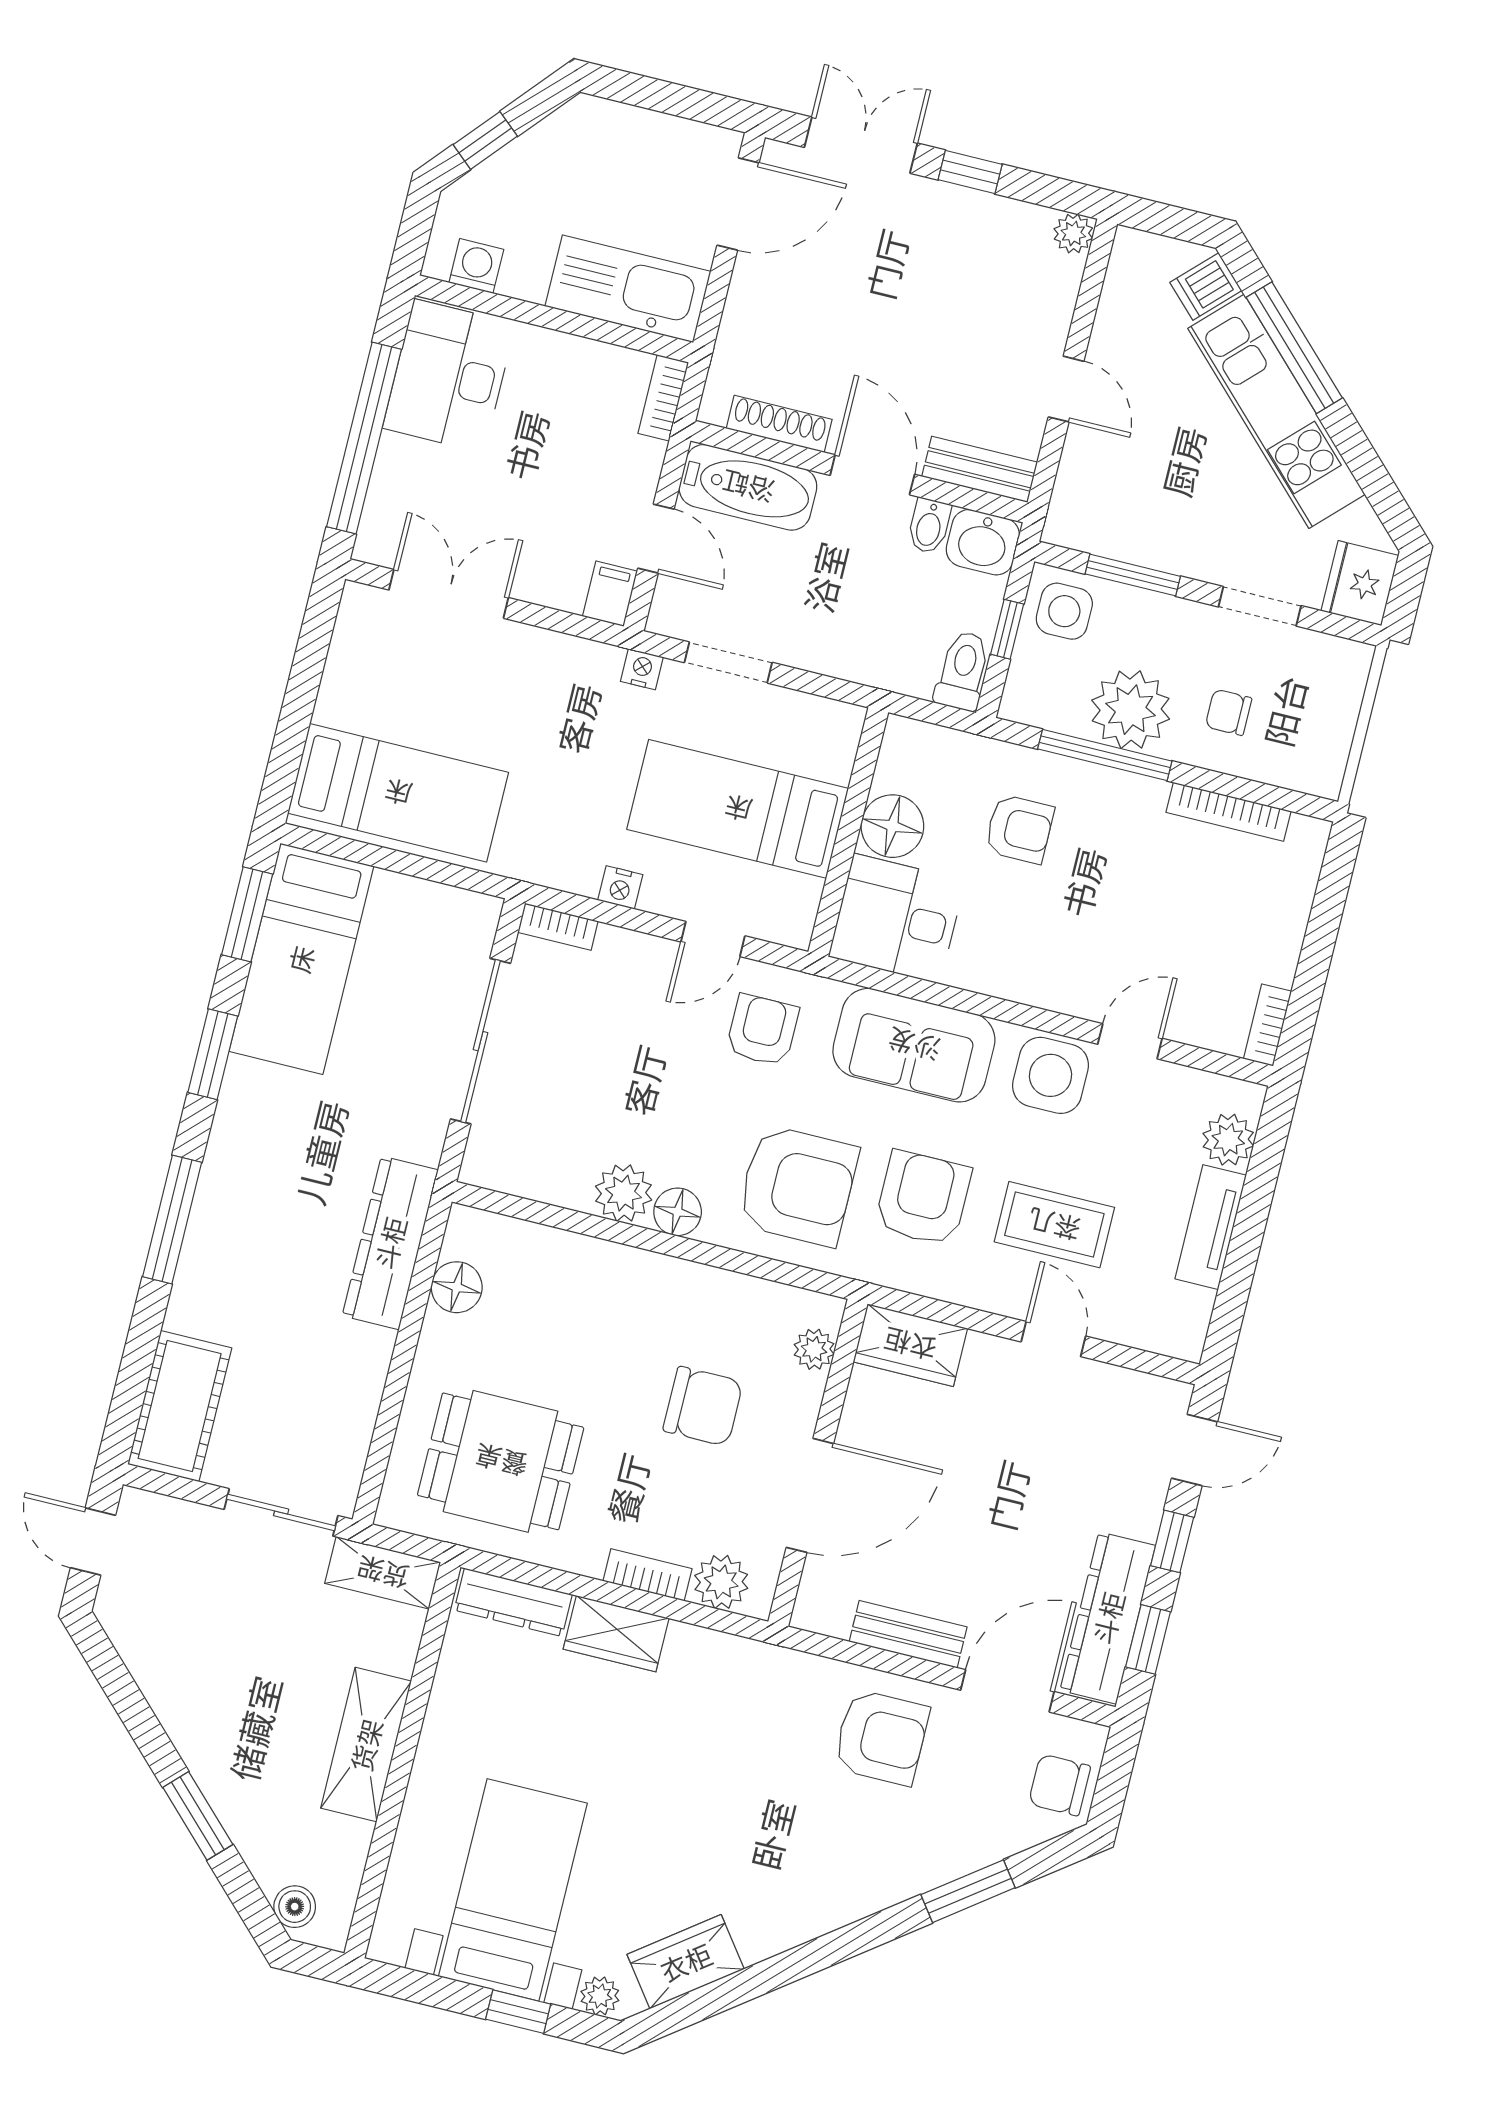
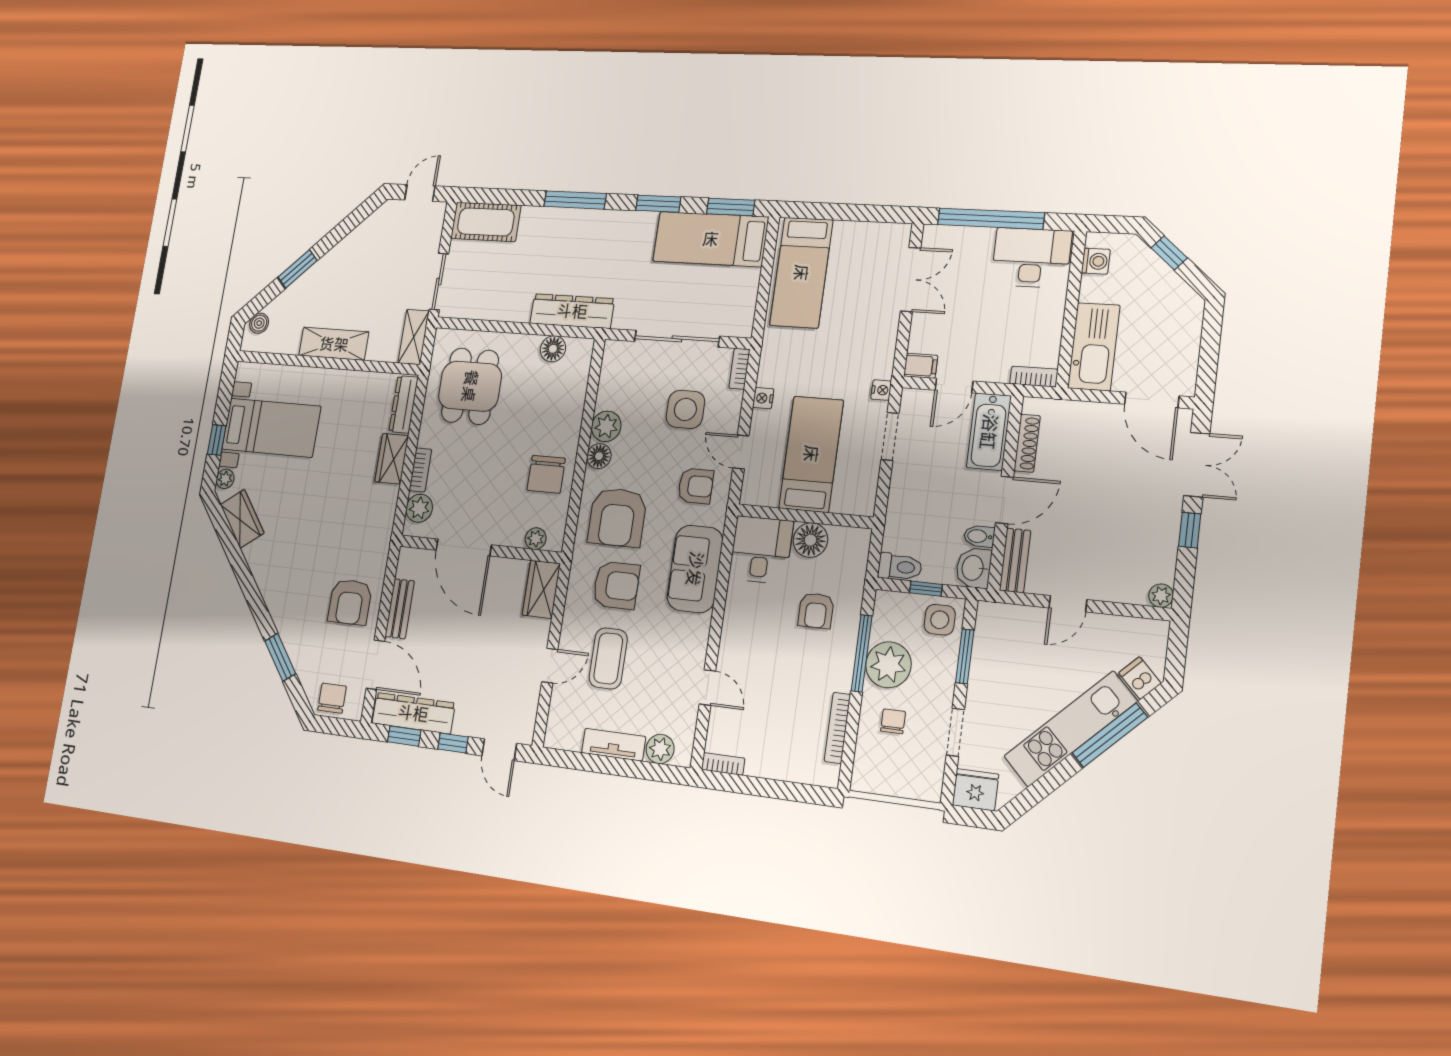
side table: (1051, 1075) -> (685, 409), moved
chair: (703, 1406) -> (546, 474), moved

